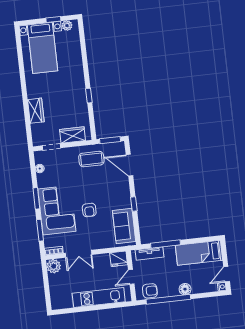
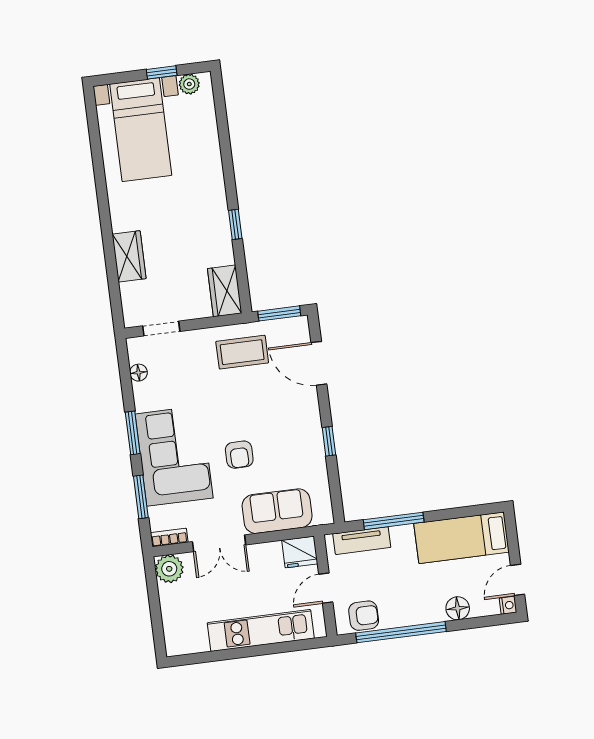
wardrobe: (72, 135) -> (225, 291), moved, turned -90
sofa: (124, 226) -> (277, 511), moved, turned 90
floor lamp: (185, 289) -> (458, 608), moved

